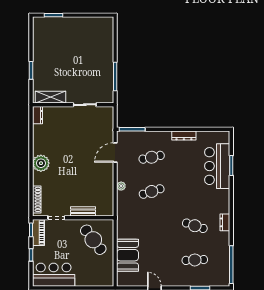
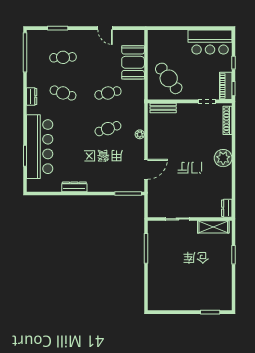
cafe table: (152, 157) -> (108, 93), moved
bar counter: (217, 166) -> (40, 147), width x1.36
bench: (83, 211) -> (163, 108), moved

